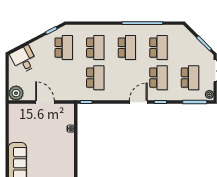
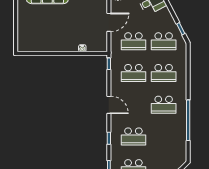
school desk: (158, 48) -> (133, 41), moved
door: (138, 102) -> (109, 105), moved

